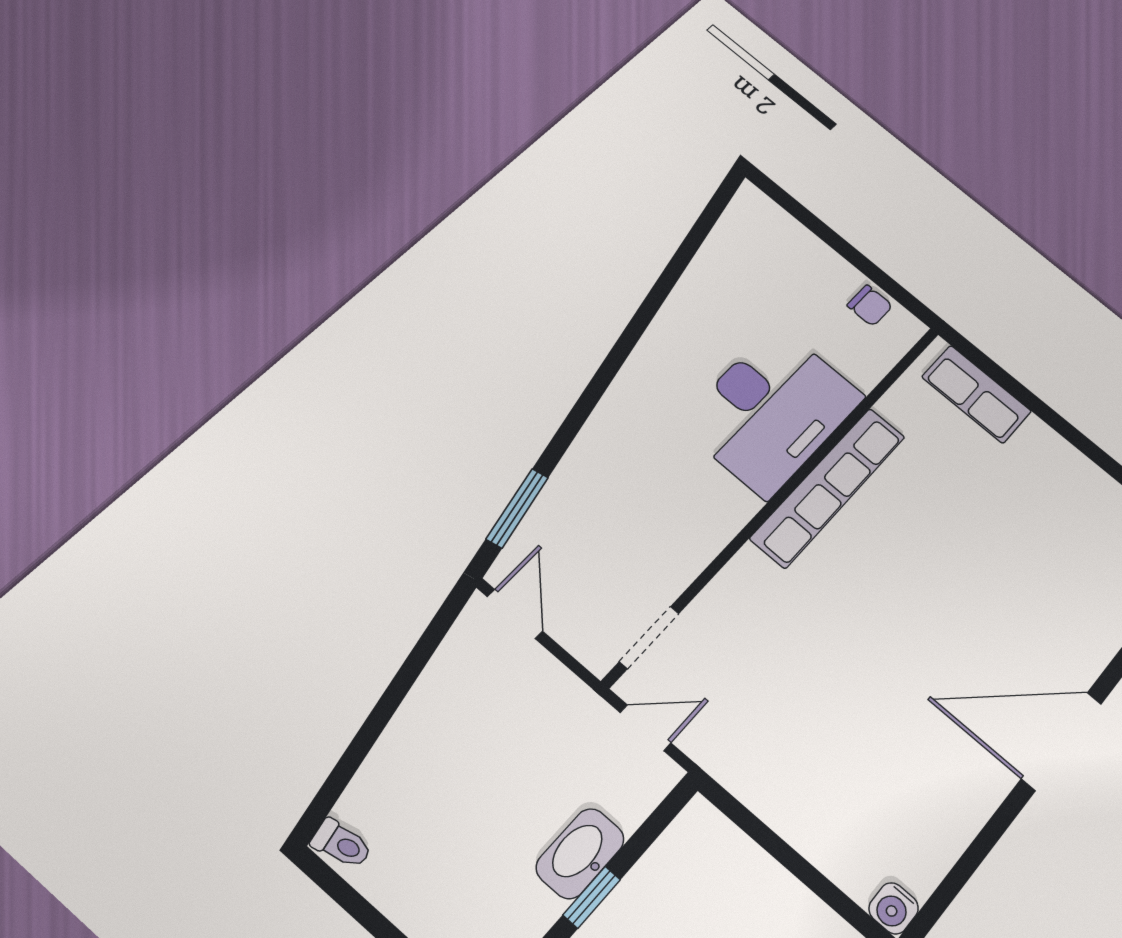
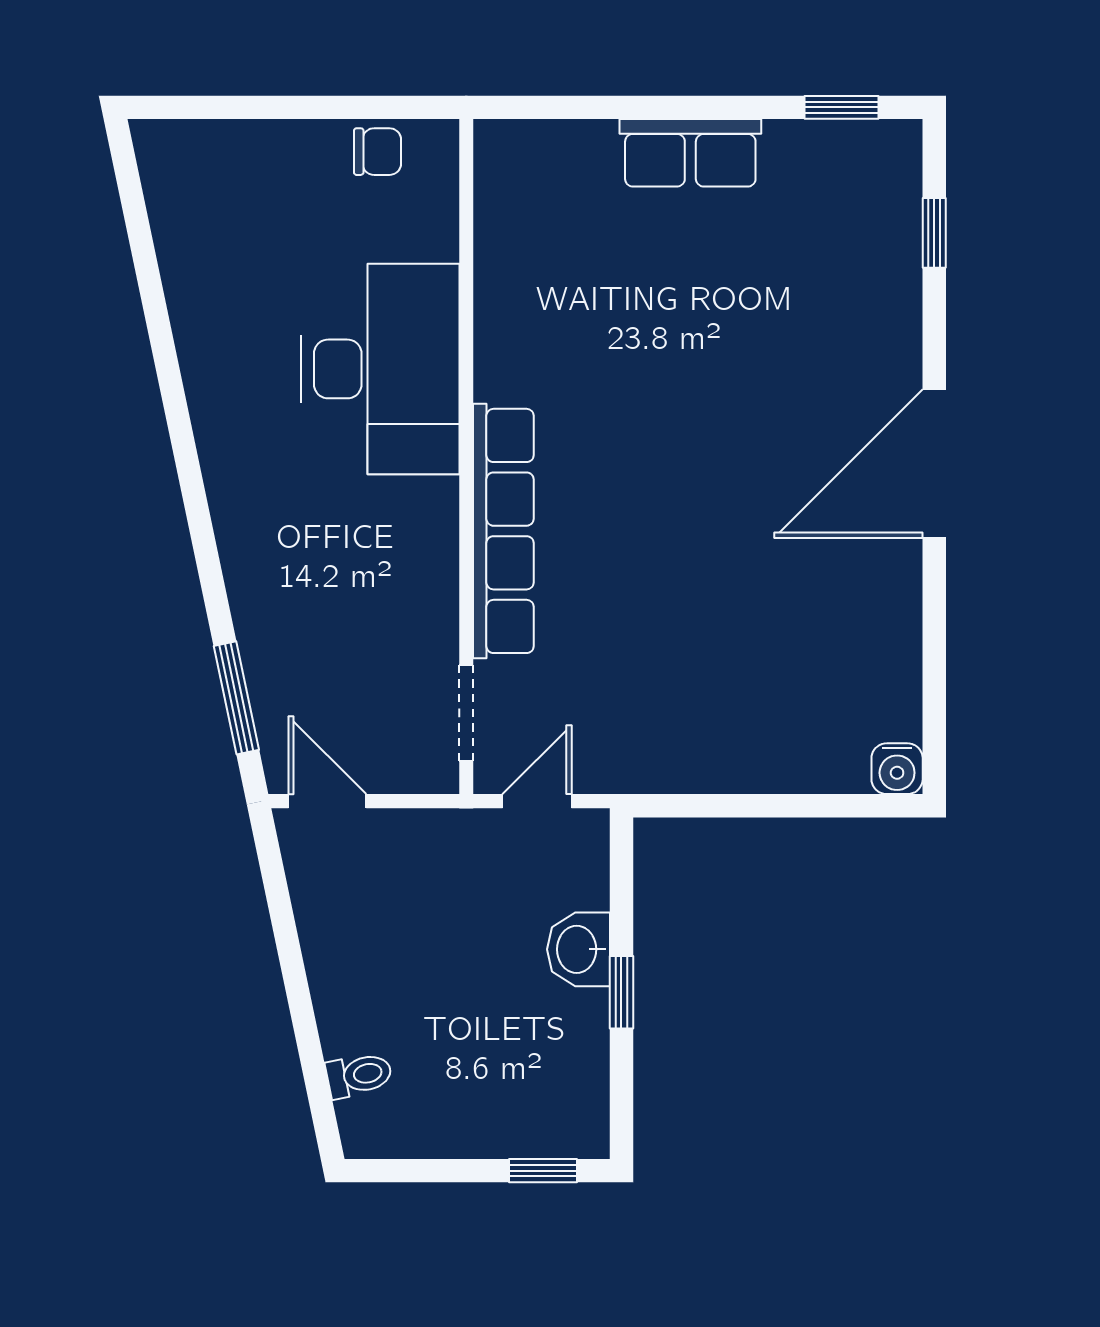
row of seats: (977, 394) -> (690, 153), moved
row of seats: (829, 487) -> (503, 531), moved
toilet: (342, 844) -> (359, 1075), moved
washbasin: (580, 853) -> (578, 949), width x0.72

